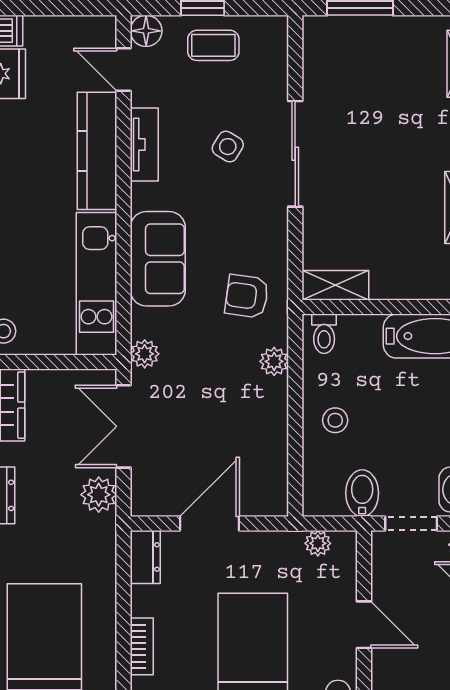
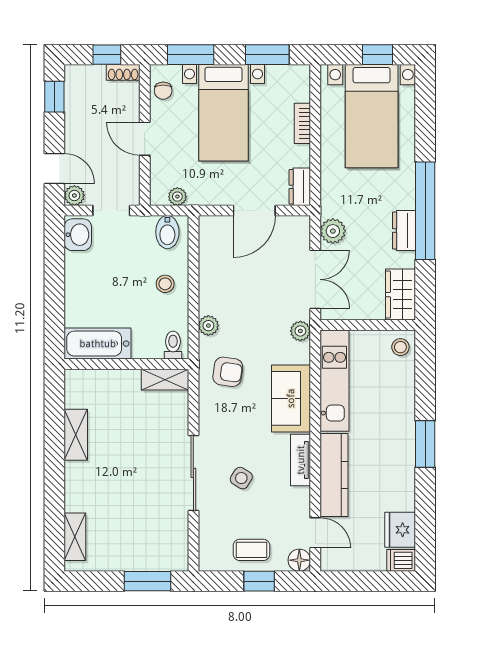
tv unit: (144, 144) -> (301, 460), moved
bidet: (362, 493) -> (167, 232), moved

